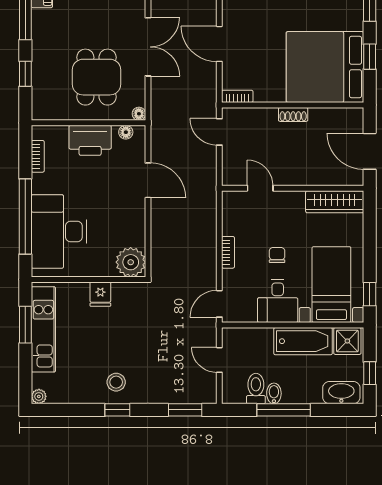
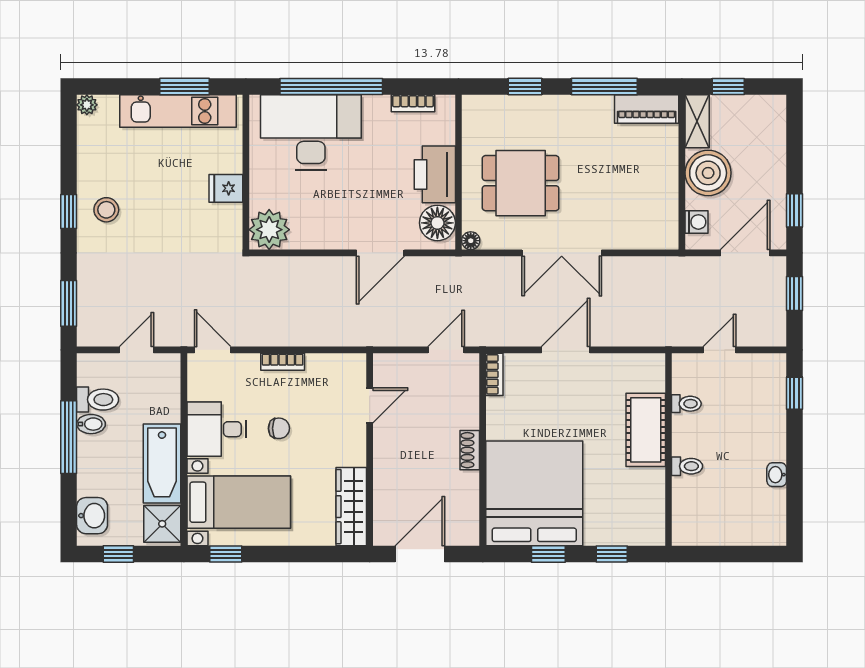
floor lamp: (126, 132) -> (437, 223), width x1.89, depth x1.89
washbasin: (341, 393) -> (92, 516), width x0.72

